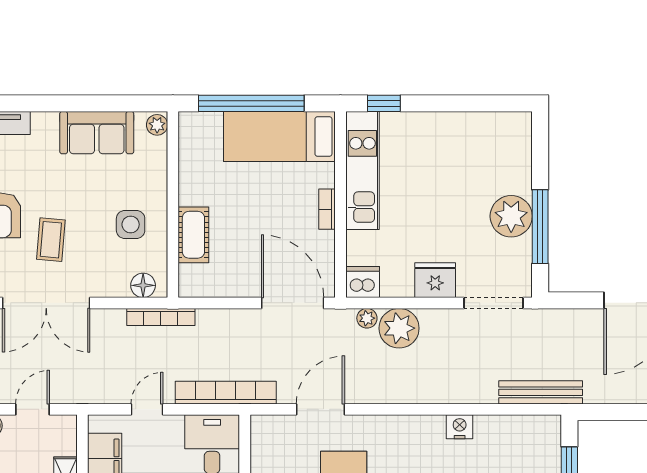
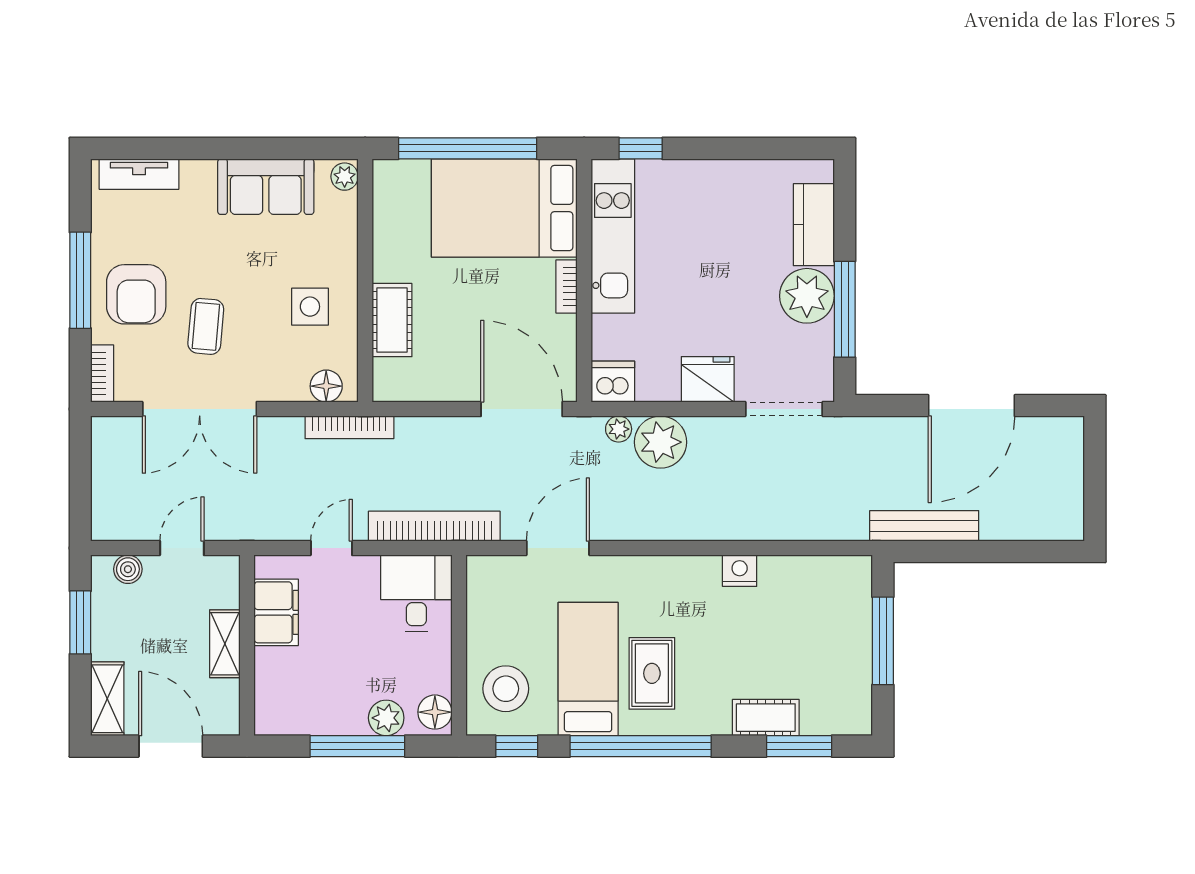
bed: (279, 136) -> (504, 208), width x1.50
kitchen counter: (516, 162) -> (814, 225), added
bench: (541, 392) -> (924, 526), moved

